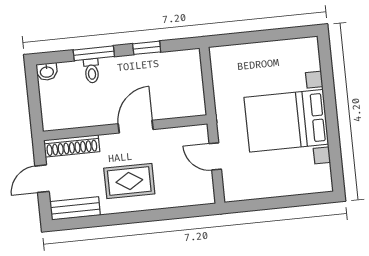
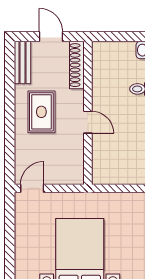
door: (136, 127) -> (88, 122), width x0.73
door: (215, 156) -> (32, 188), moved

